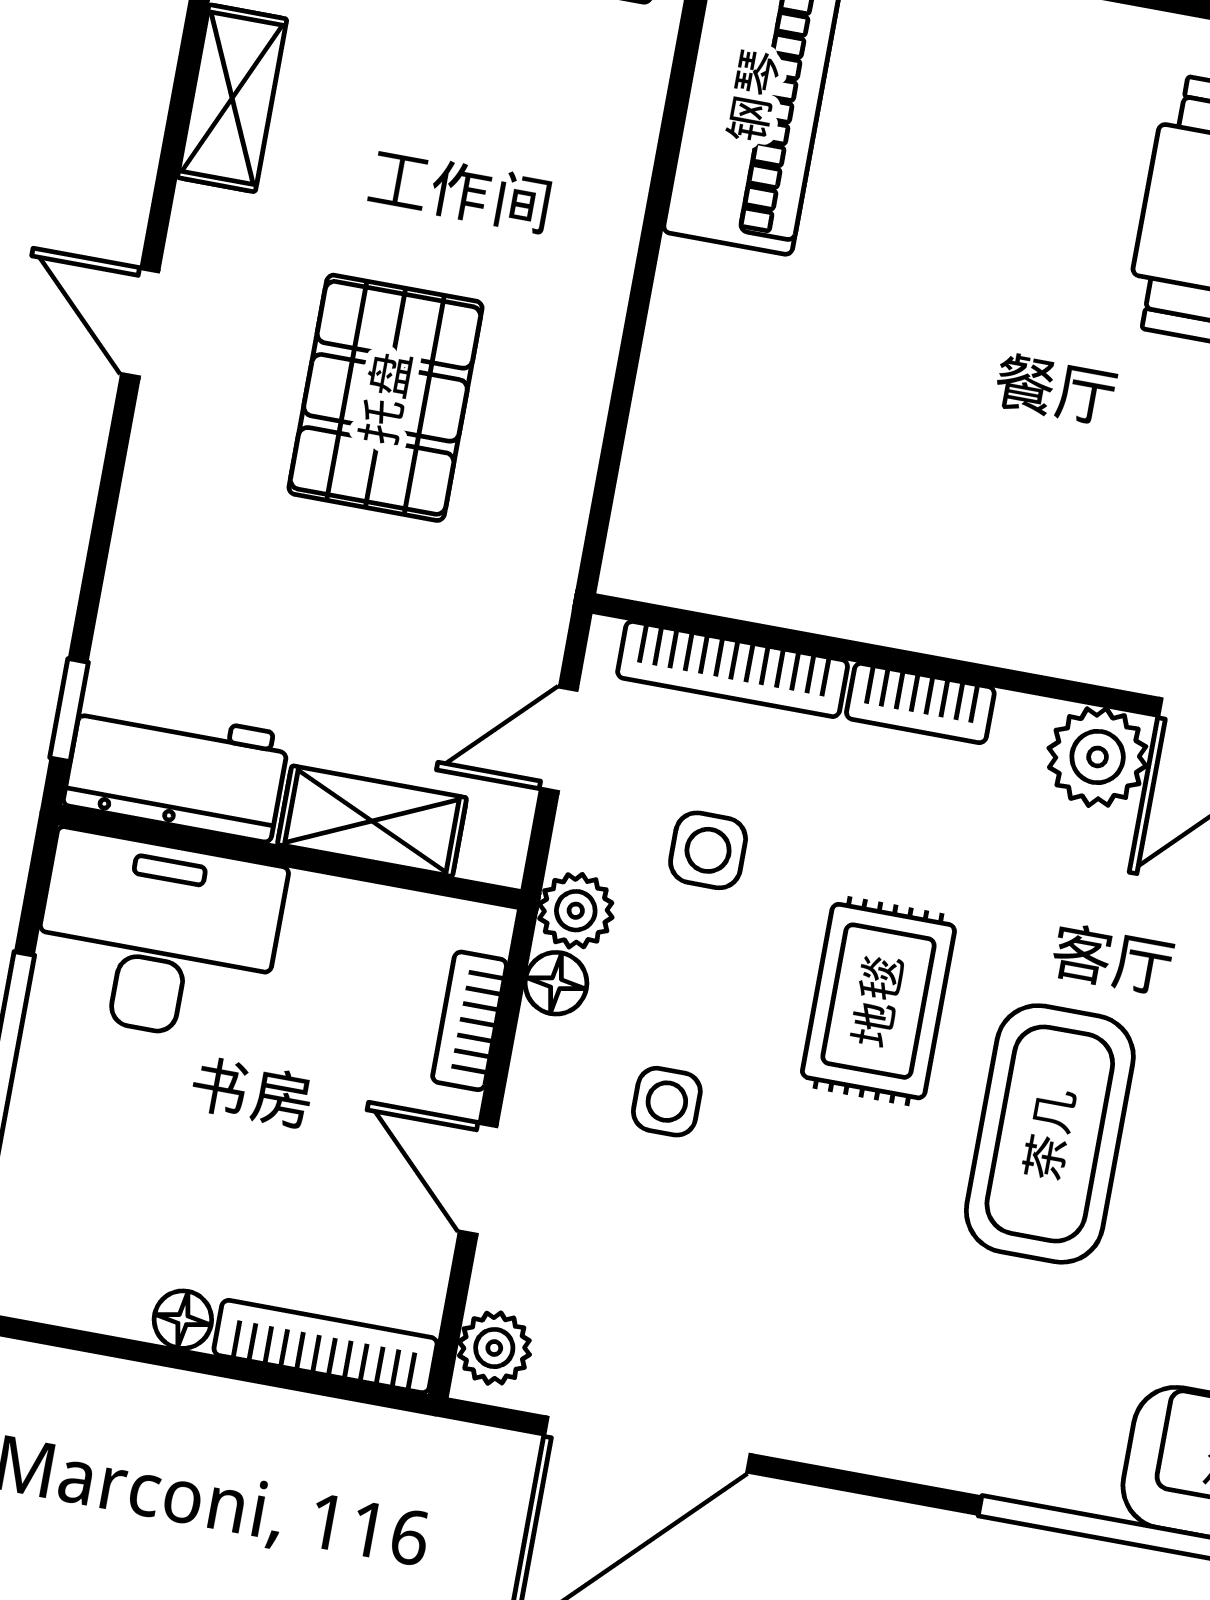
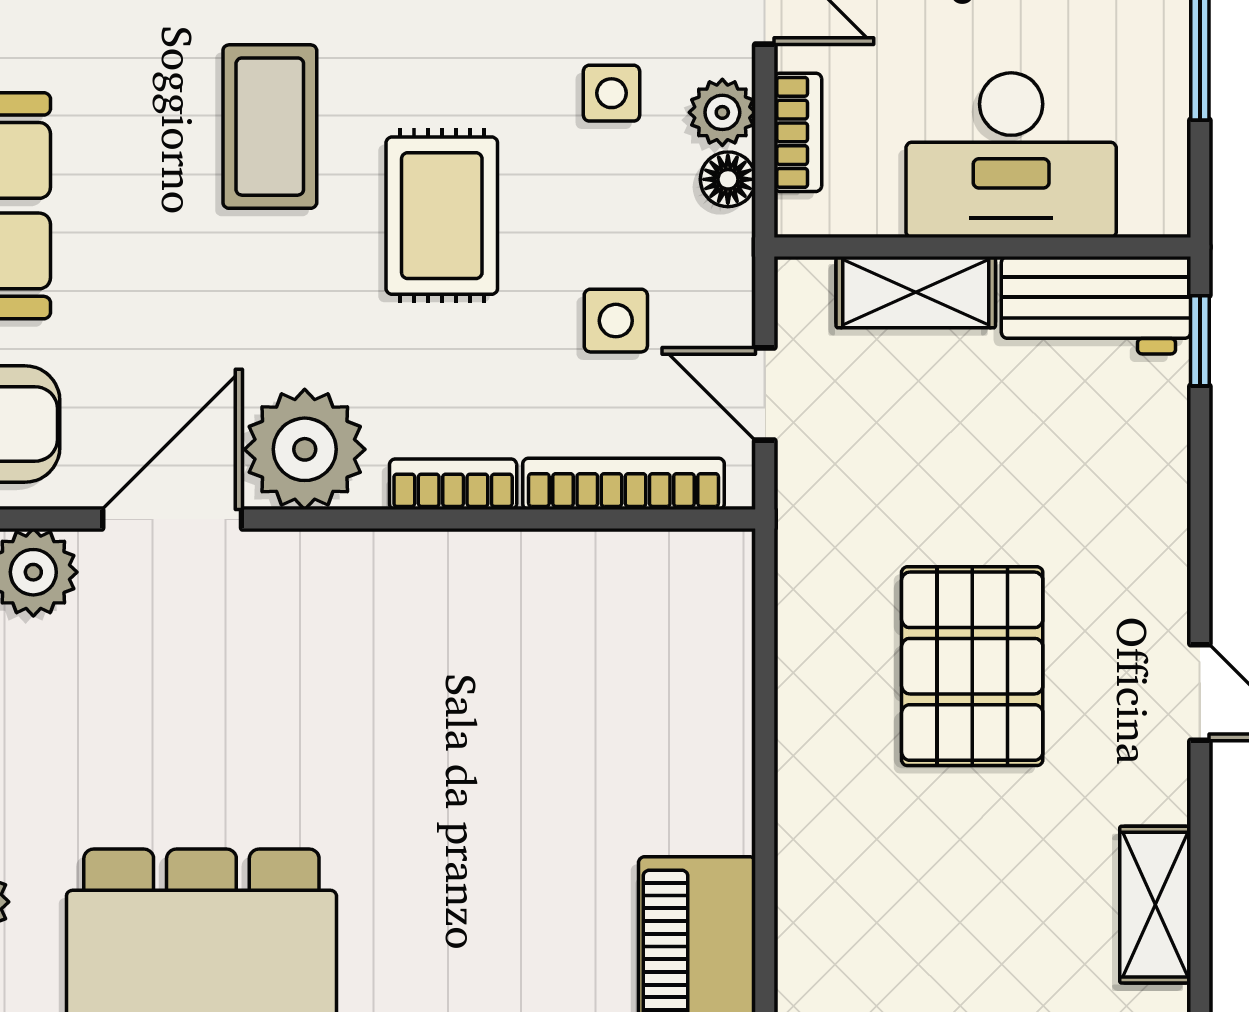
door: (559, 739) -> (765, 394), swing flipped
plant: (1098, 757) -> (305, 449), width x1.36, depth x1.36
plant: (576, 911) -> (722, 112), moved
desk: (157, 938) -> (1011, 155), moved
coffee table: (1050, 1134) -> (270, 127), width x0.73, depth x0.76

